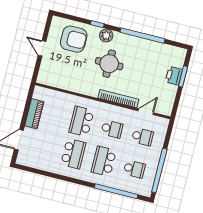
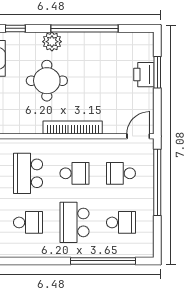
plant: (106, 36) -> (52, 42), moved
door: (146, 112) -> (138, 136), moved
school desk: (142, 137) -> (121, 173), turned 180
school desk: (73, 154) -> (28, 222), width x0.54
window: (159, 170) -> (157, 182), moved

